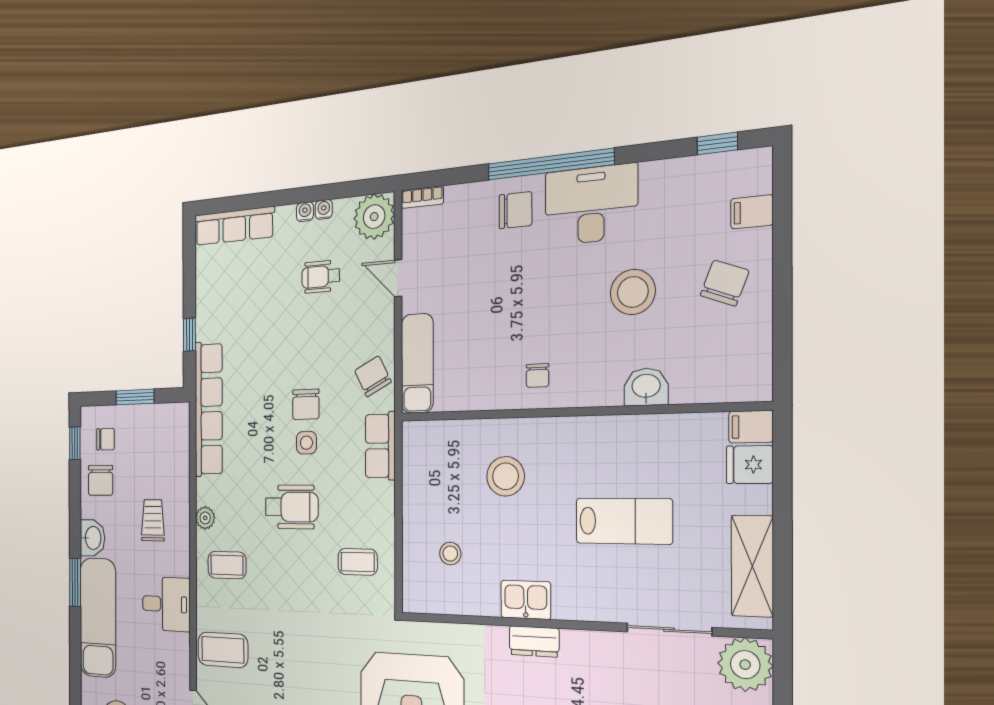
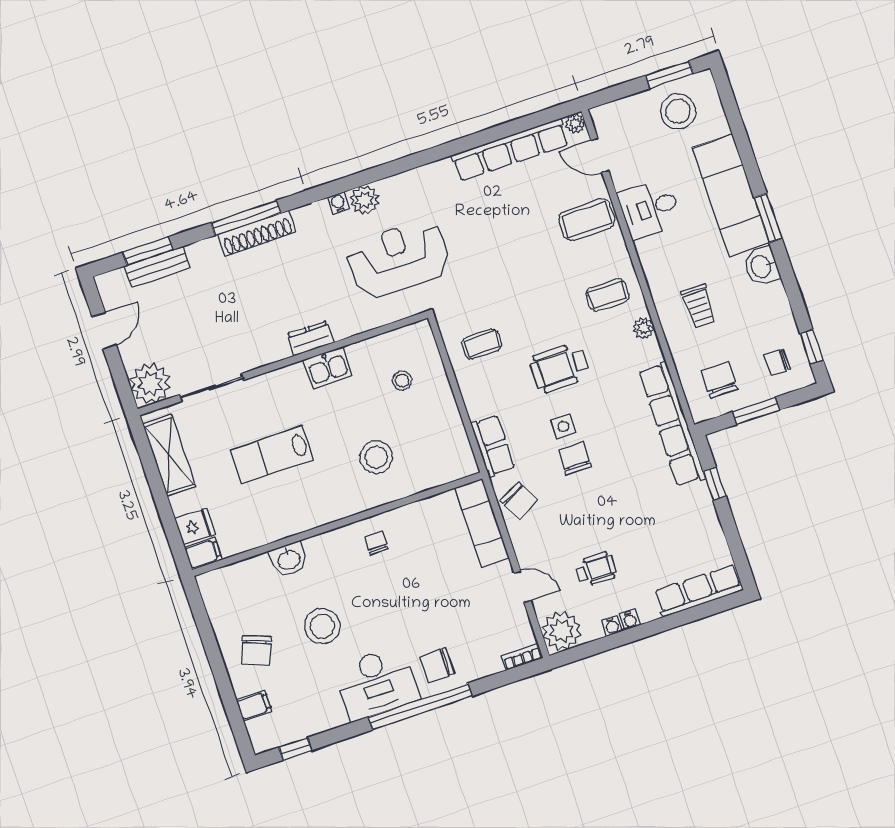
chair: (101, 480) -> (719, 380), moved
desk: (166, 604) -> (650, 208), moved

